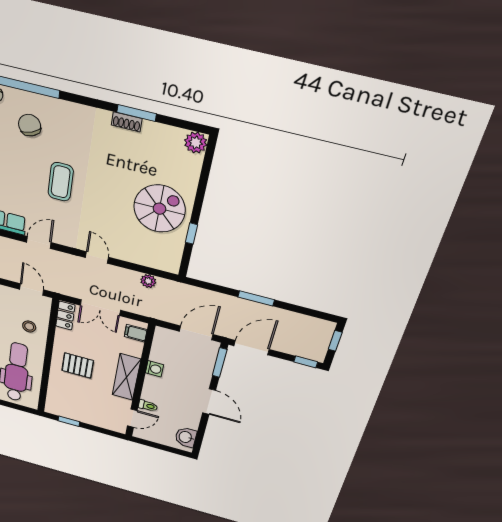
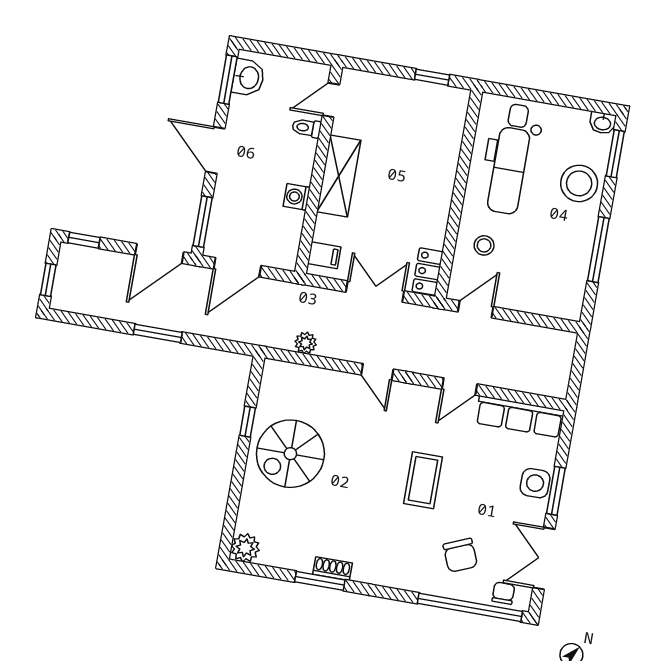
door: (32, 290) -> (476, 309), swing flipped
pallet: (78, 366) -> (413, 186), removed
window: (199, 438) -> (228, 80), added

